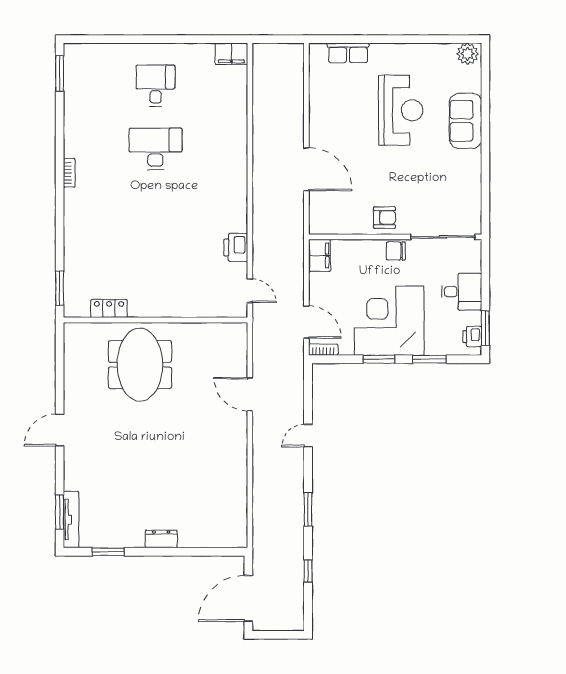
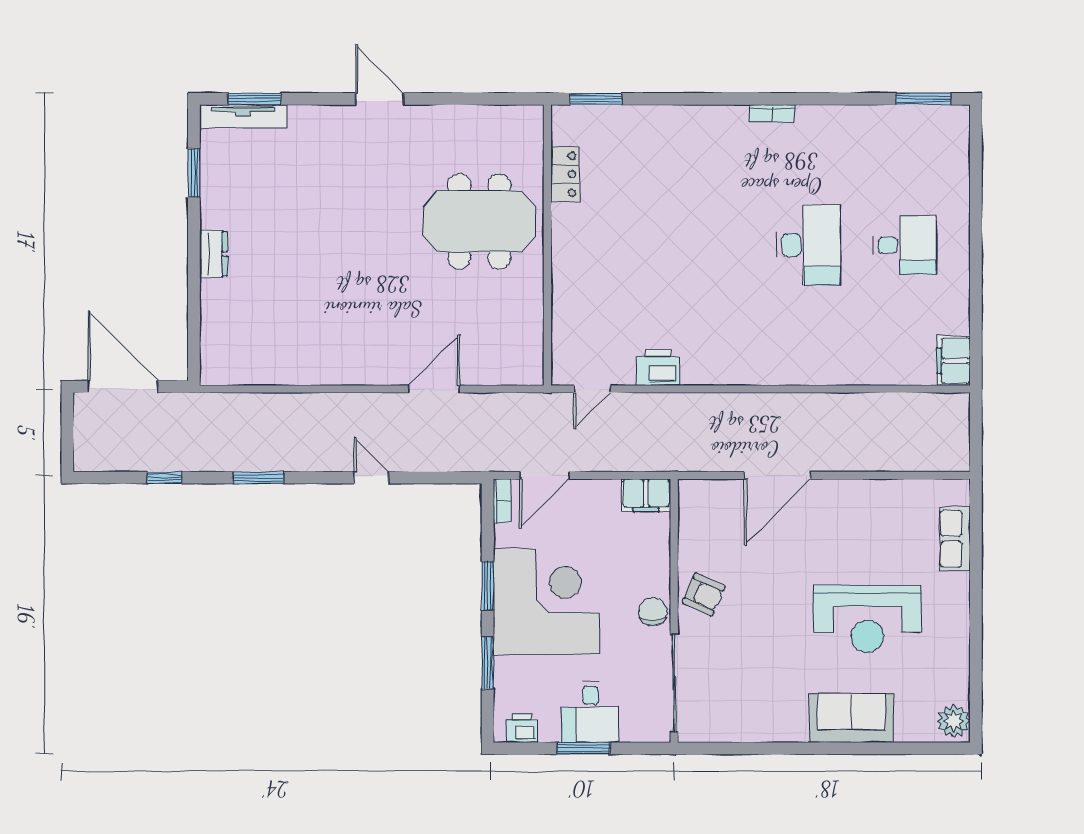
armchair: (385, 218) -> (704, 594), turned -66
window: (485, 328) -> (584, 748), moved

